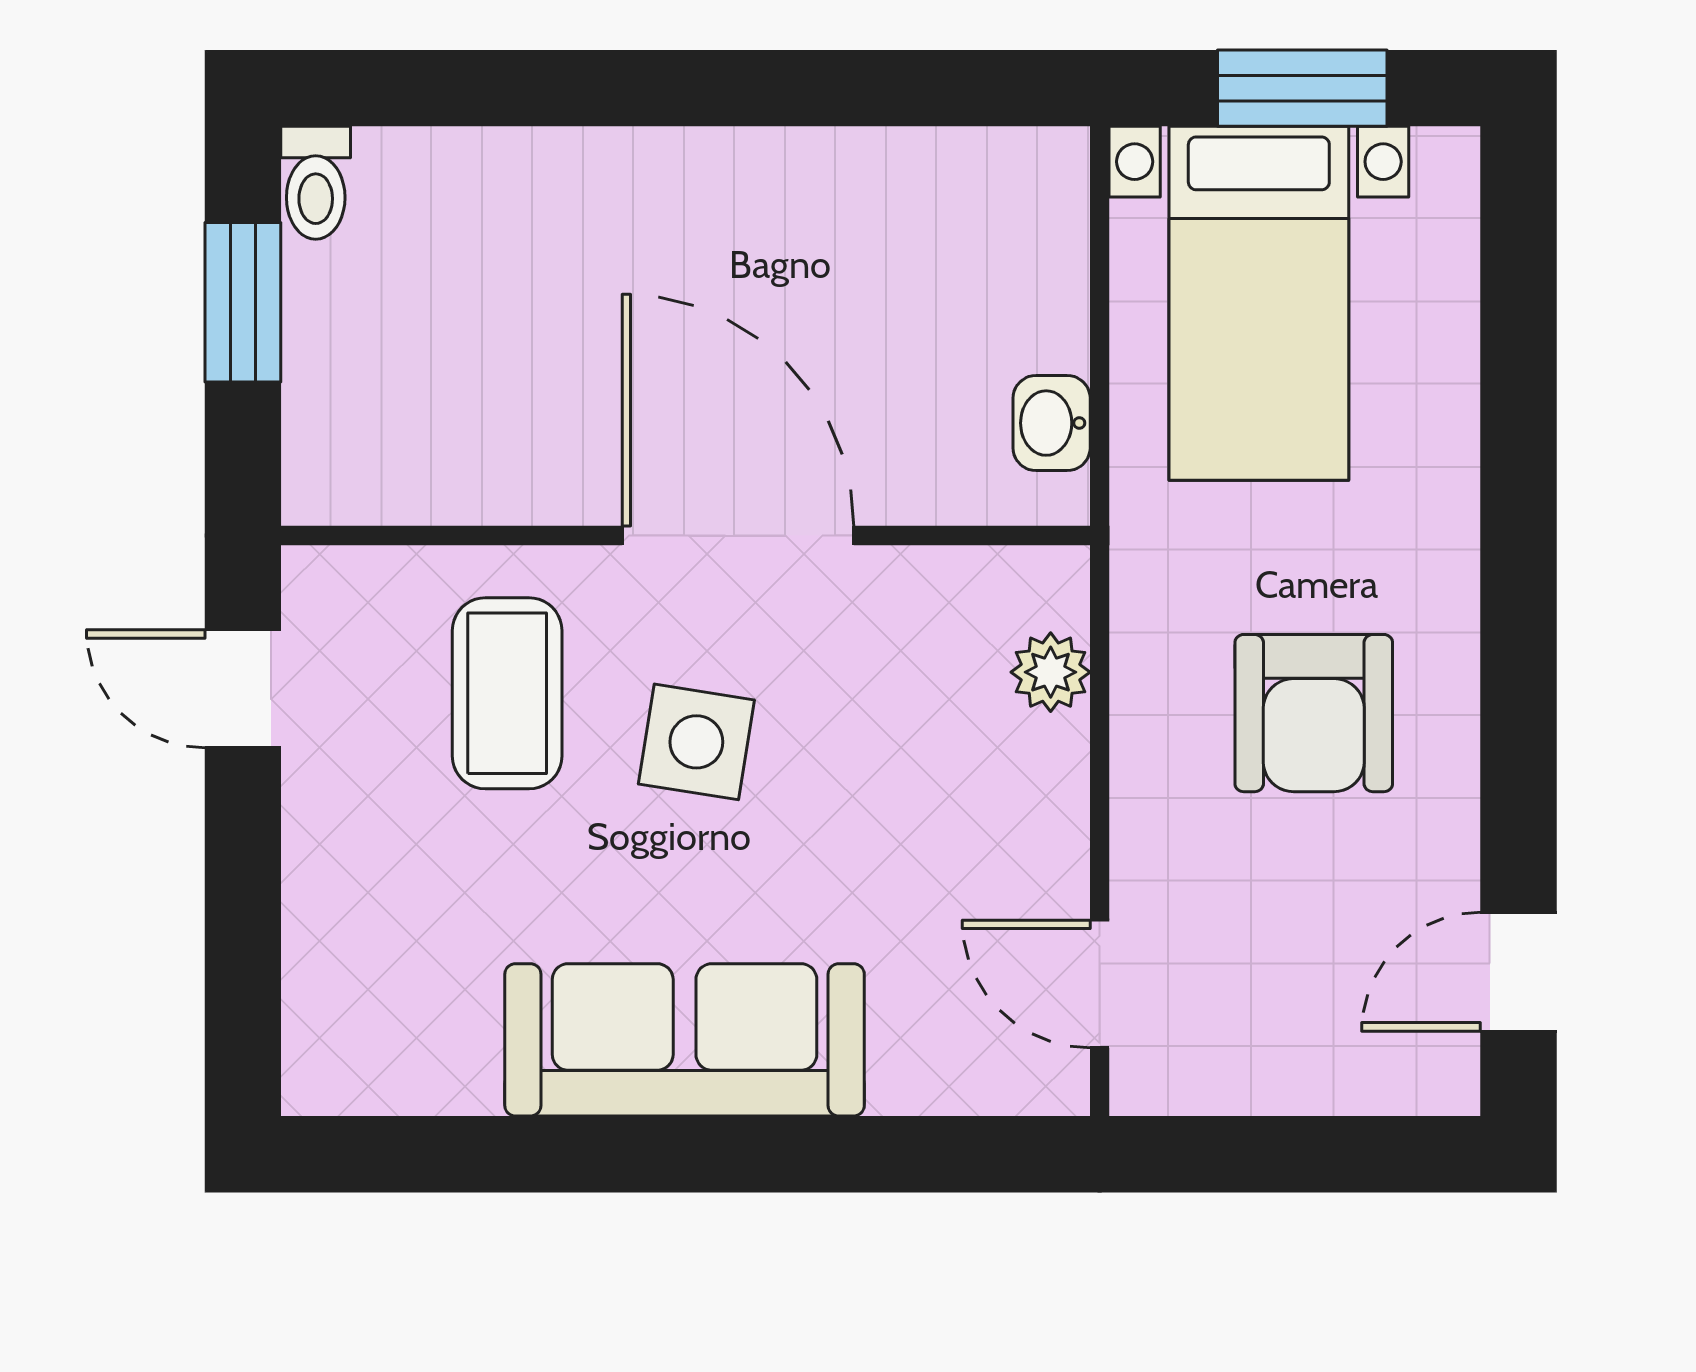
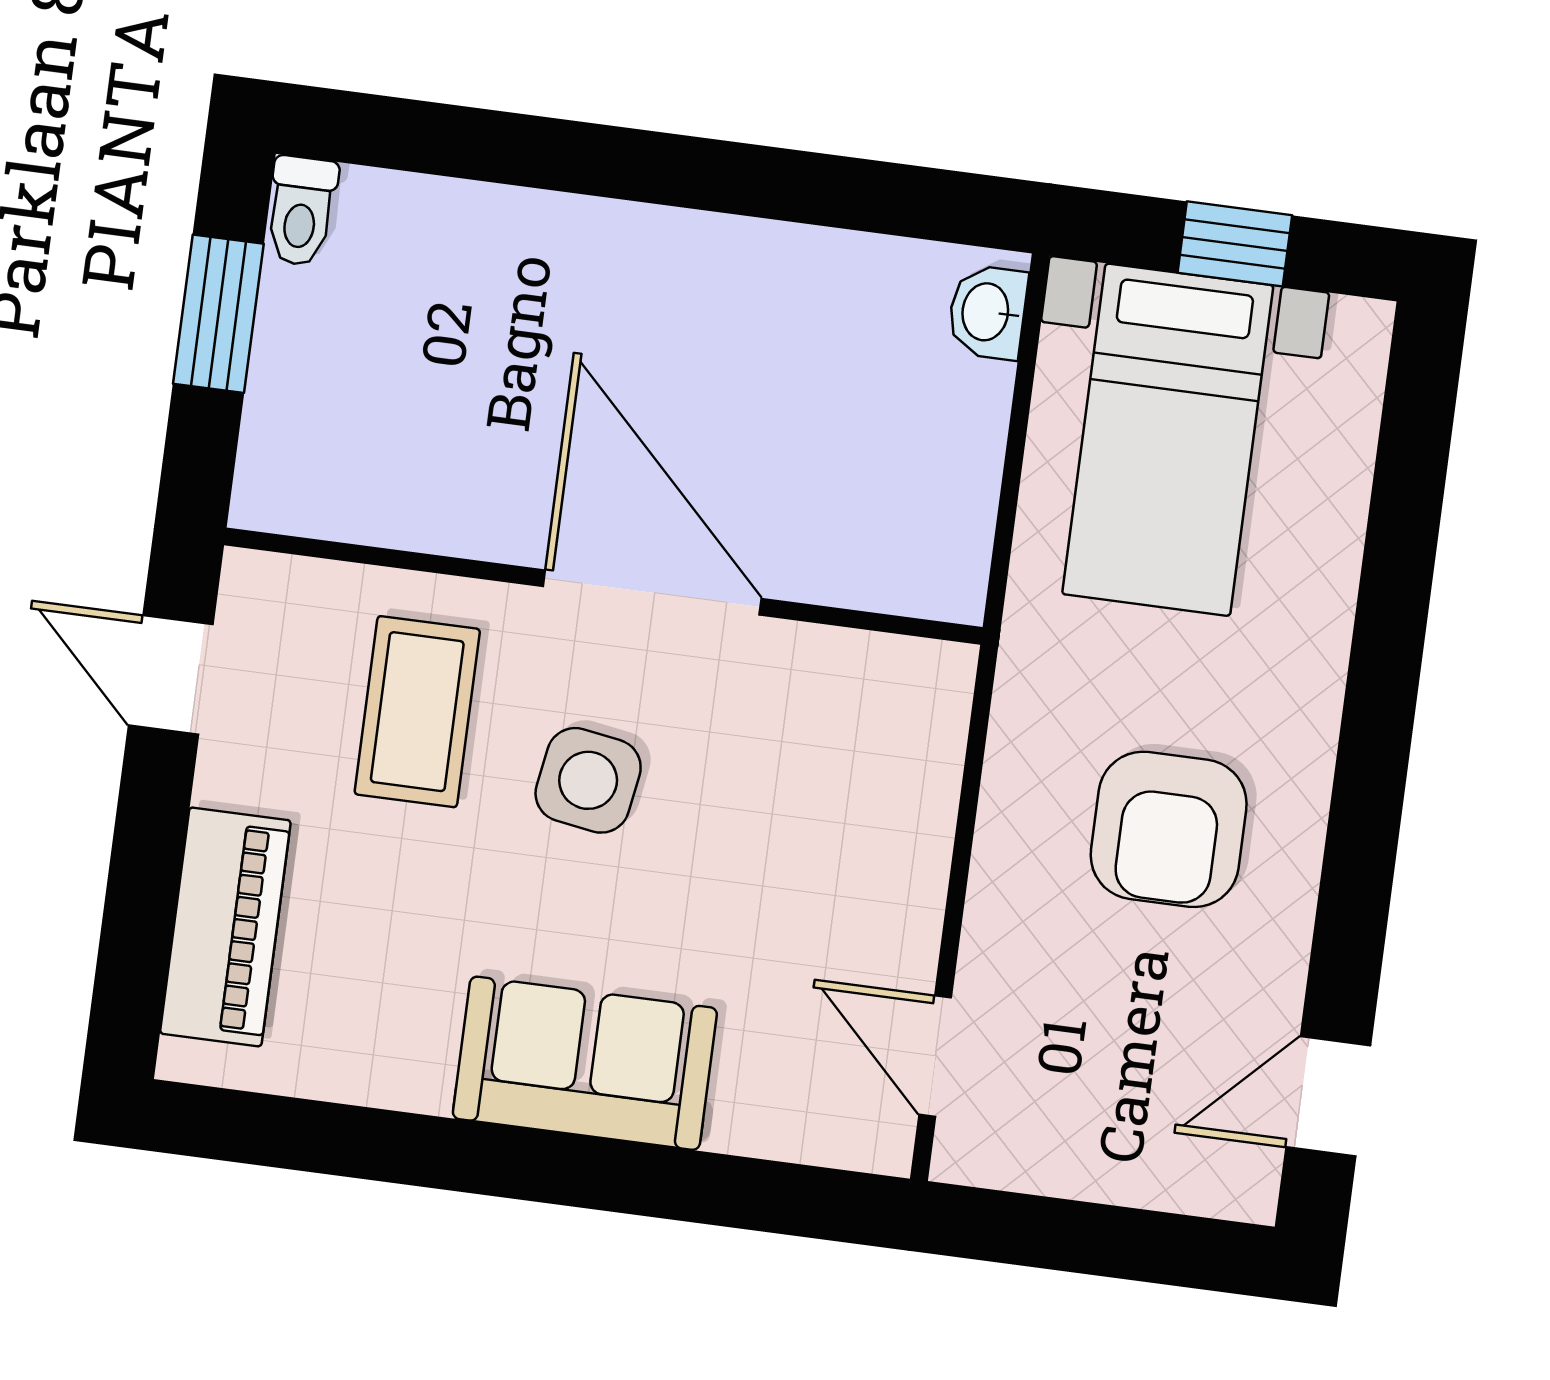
window: (1302, 88) -> (1235, 244), width x0.67
washbasin: (1052, 423) -> (987, 312), moved
plant: (1051, 672) -> (928, 759), removed
piano: (335, 946) -> (225, 927), added
sofa: (685, 1040) -> (585, 1063), width x0.73

